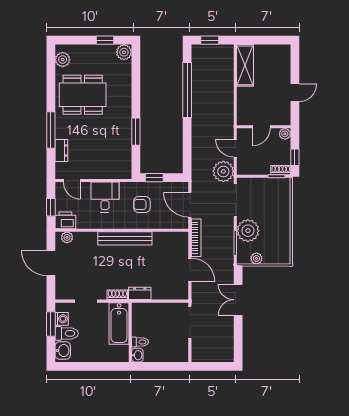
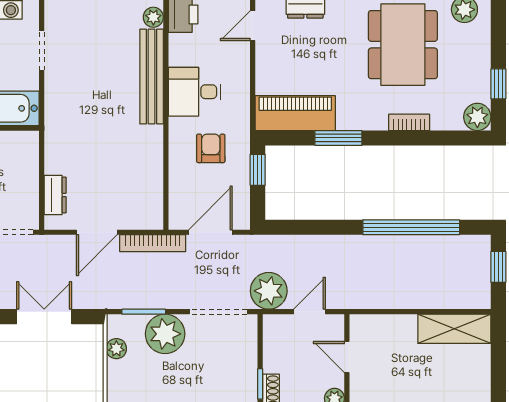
bookcase: (127, 91) -> (409, 122), added
piano: (122, 156) -> (295, 113), added
desk: (105, 197) -> (195, 92), moved, turned 180
bench: (125, 238) -> (152, 77), moved
dresser: (140, 293) -> (55, 195), moved
shoe rack: (117, 295) -> (53, 105), removed

